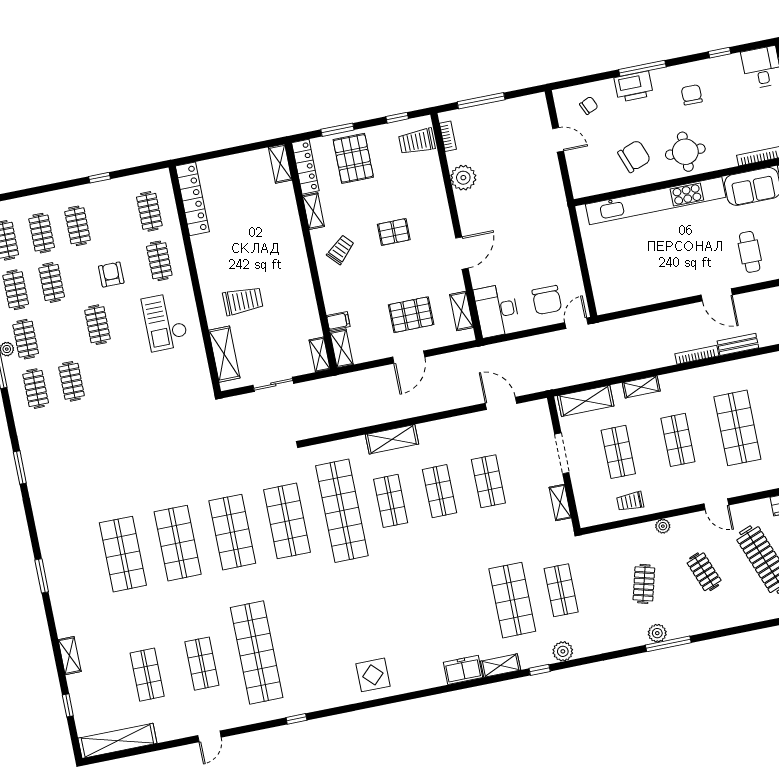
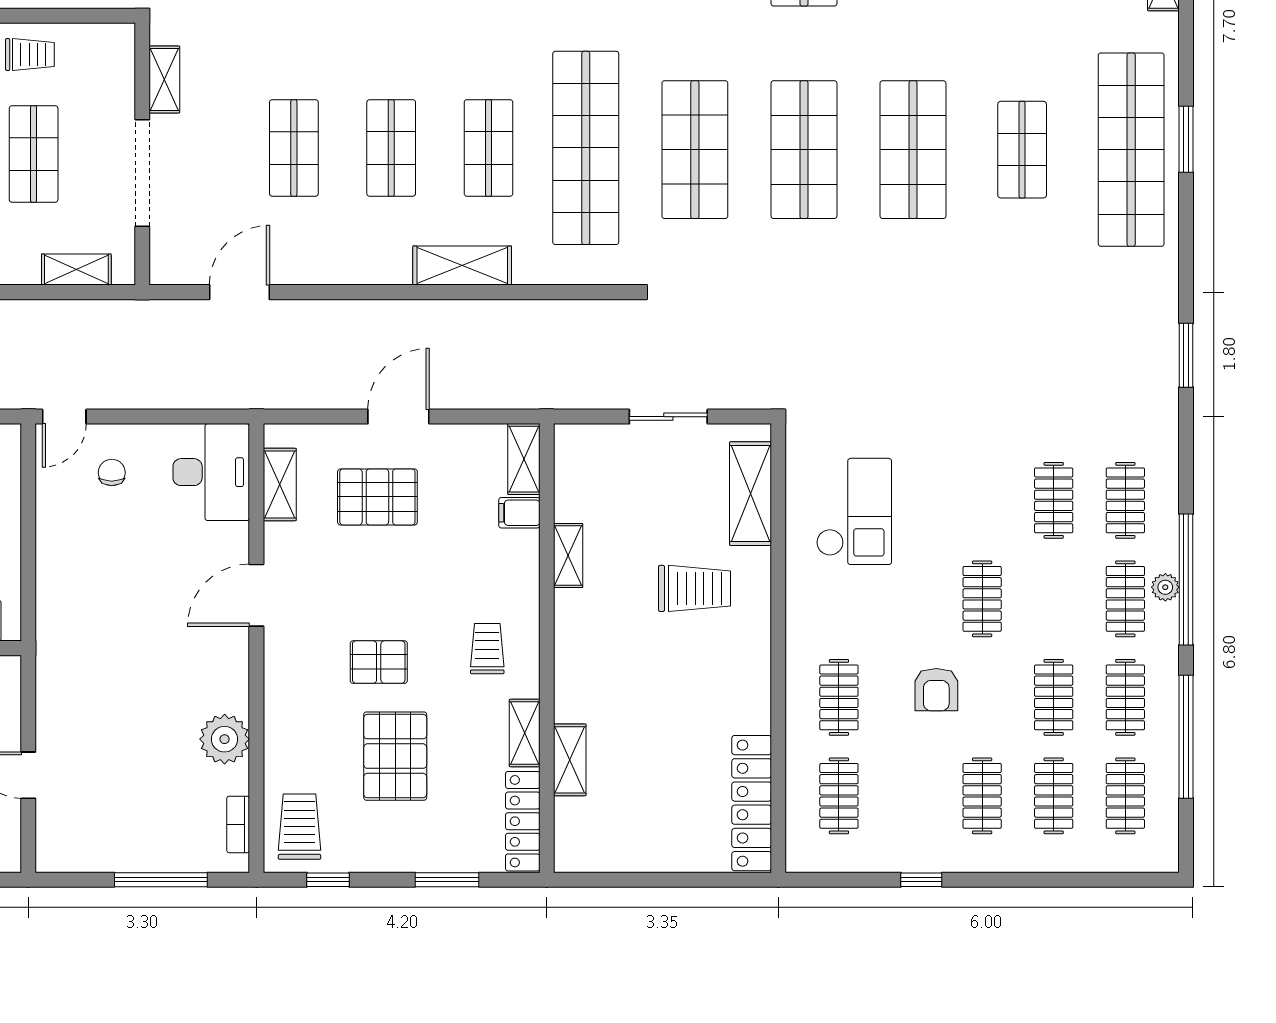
trolley: (417, 141) -> (299, 827), turned -90
pallet: (353, 158) -> (395, 756), moved
shelving: (280, 164) -> (570, 760), moved
trolley: (341, 250) -> (487, 649), turned 133
chair: (547, 300) -> (112, 473), width x0.54, depth x0.54
trolley: (243, 301) -> (695, 588), turned 180
checkout: (165, 322) -> (854, 511), moved
shelving: (320, 355) -> (568, 556), moved
shelving: (586, 401) -> (76, 270), width x0.67, depth x0.75
door: (501, 403) -> (239, 292), swing flipped
doorway: (562, 453) -> (142, 173), width x1.36
shop shelf: (123, 554) -> (1022, 150), width x0.70, depth x0.74
shop shelf: (68, 565) -> (1131, 150), added

